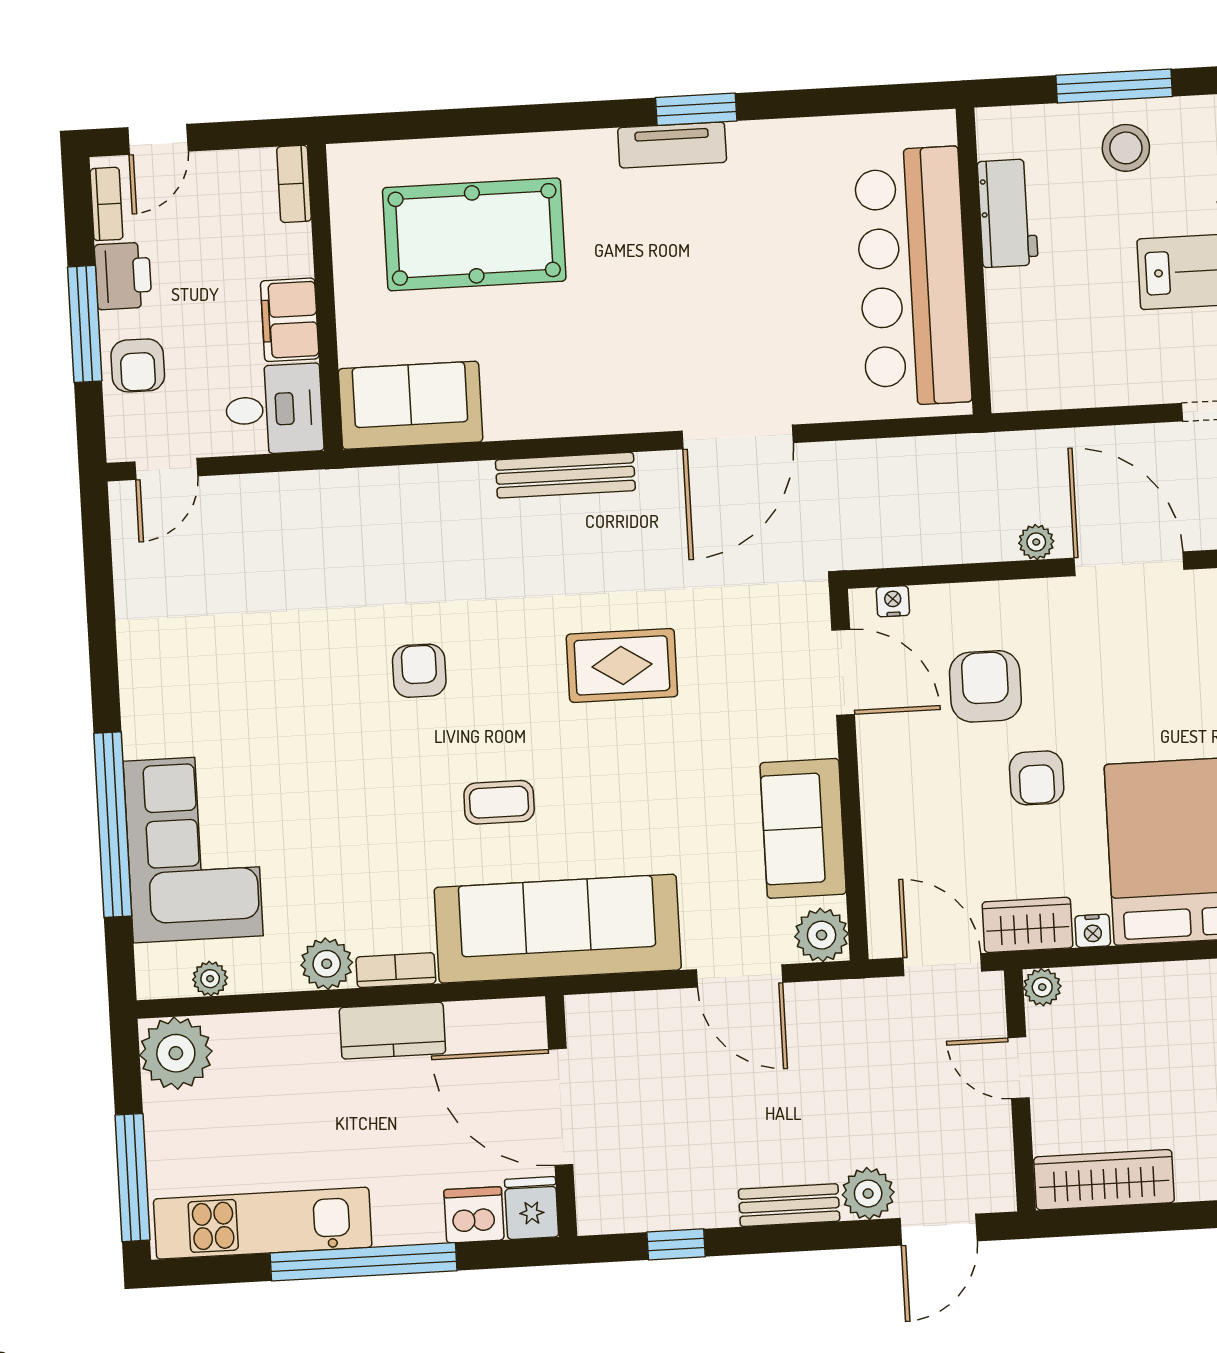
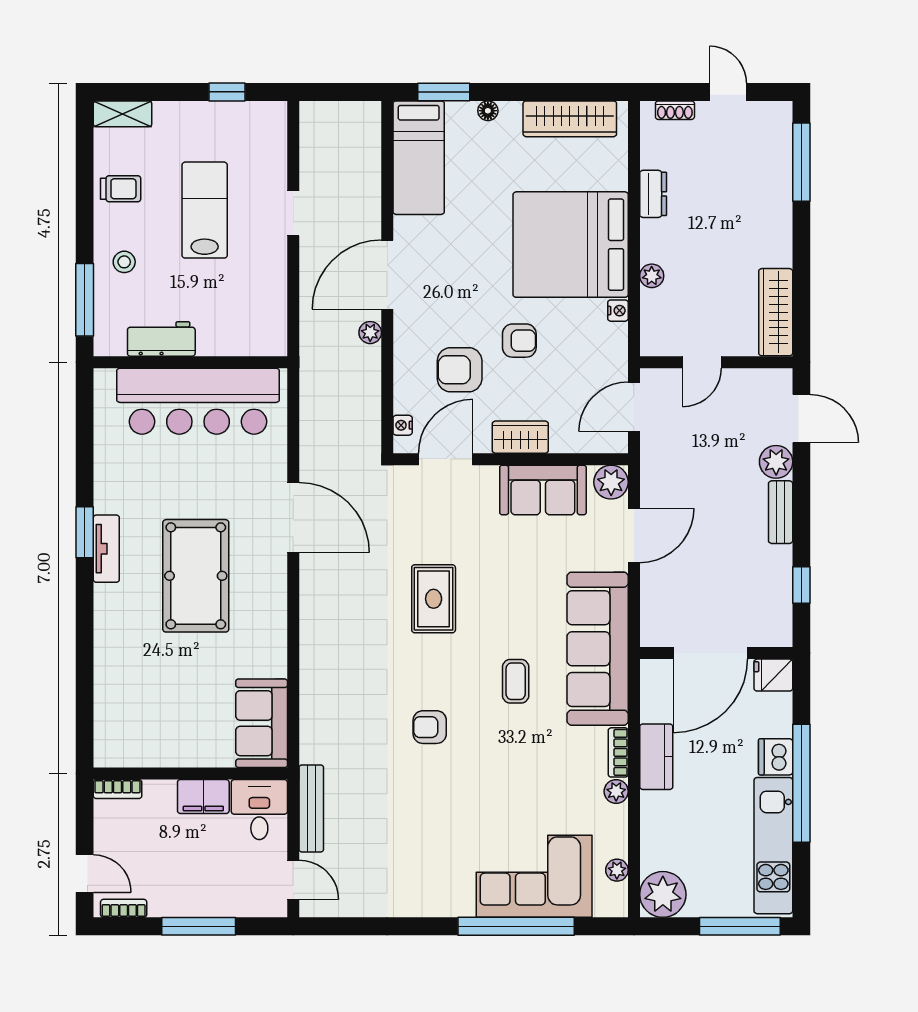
window: (1114, 86) -> (85, 300), moved
stool: (1126, 148) -> (124, 262), width x0.73, depth x0.73
pool table: (474, 234) -> (196, 576), moved
printer: (123, 276) -> (170, 900), removed
armchair: (138, 365) -> (227, 894), removed
bench: (565, 475) -> (311, 808), moved
wardrobe: (1027, 925) -> (520, 437), moved, turned 90
plant: (327, 964) -> (616, 791), width x0.73, depth x0.73
plant: (1042, 987) -> (652, 276), moved
dishwasher: (474, 1215) -> (776, 757), moved

